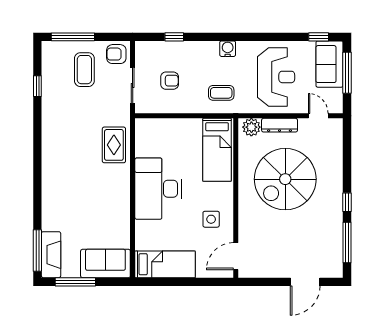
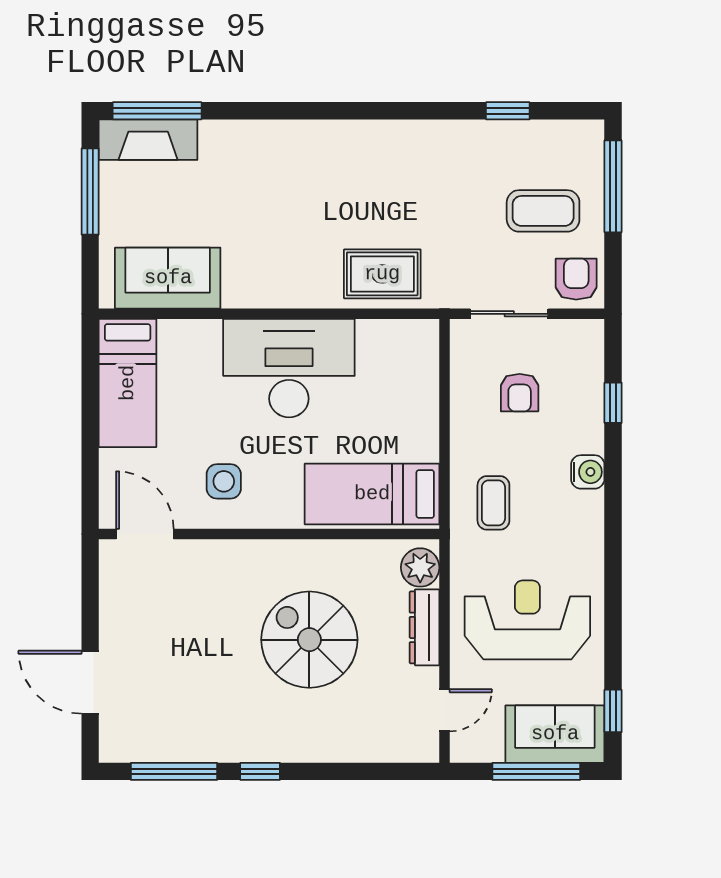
water cooler: (228, 49) -> (588, 472), moved
reception desk: (276, 77) -> (527, 620), turned 180
spiral stairs: (285, 179) -> (309, 640), width x0.73, depth x0.73
sofa: (105, 264) -> (168, 278), moved, turned -90

